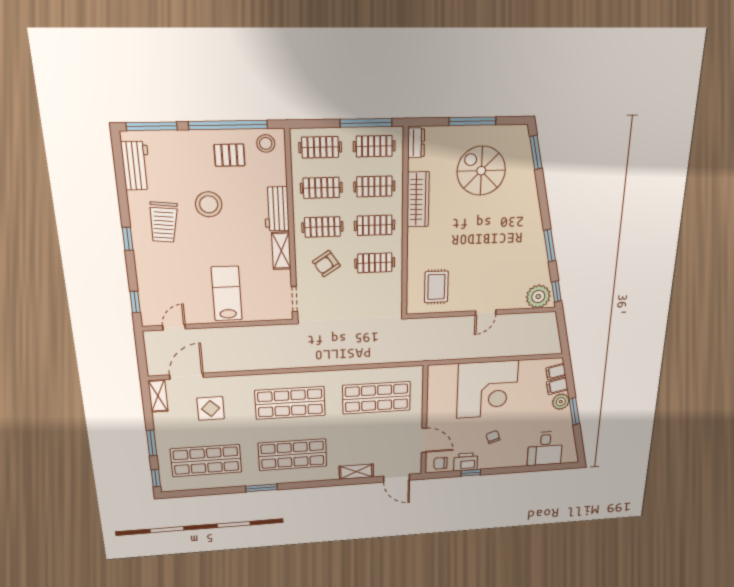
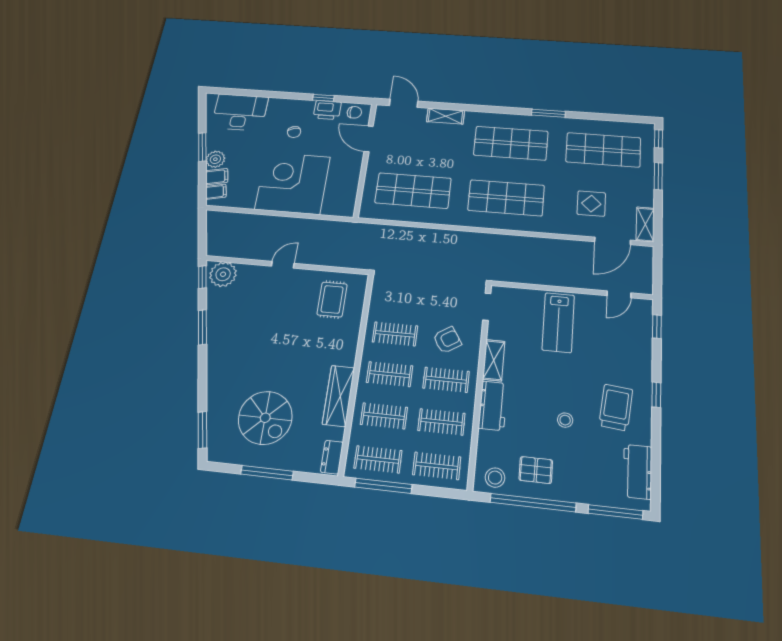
stool: (209, 204) -> (565, 420), width x0.53, depth x0.53
desk: (545, 448) -> (240, 112), width x1.37

